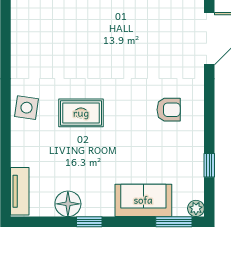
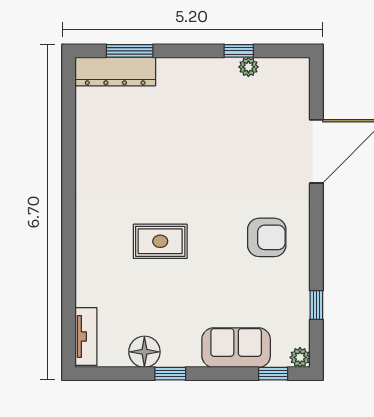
side table: (26, 108) -> (94, 235), removed
armchair: (169, 110) -> (267, 237), width x1.38, depth x1.38
window: (174, 222) -> (273, 374), width x0.67

